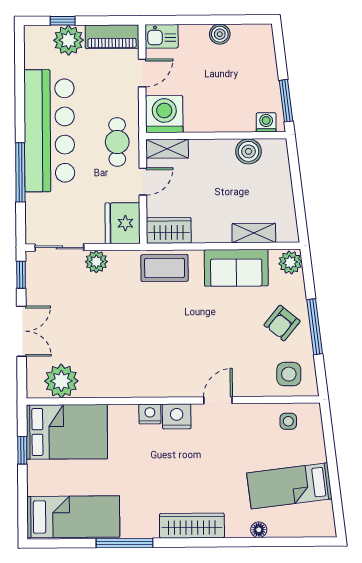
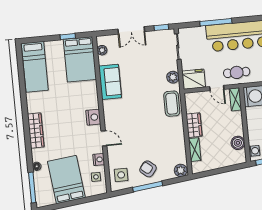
wardrobe: (169, 230) -> (194, 125), moved
plant: (96, 262) -> (173, 77), moved
sofa: (236, 268) -> (110, 82), moved, turned 180
plant: (61, 381) -> (102, 50), width x0.53, depth x0.53
nightstand: (150, 414) -> (99, 159), moved
bed: (289, 486) -> (66, 180), width x1.50
window: (125, 543) -> (32, 187), moved

